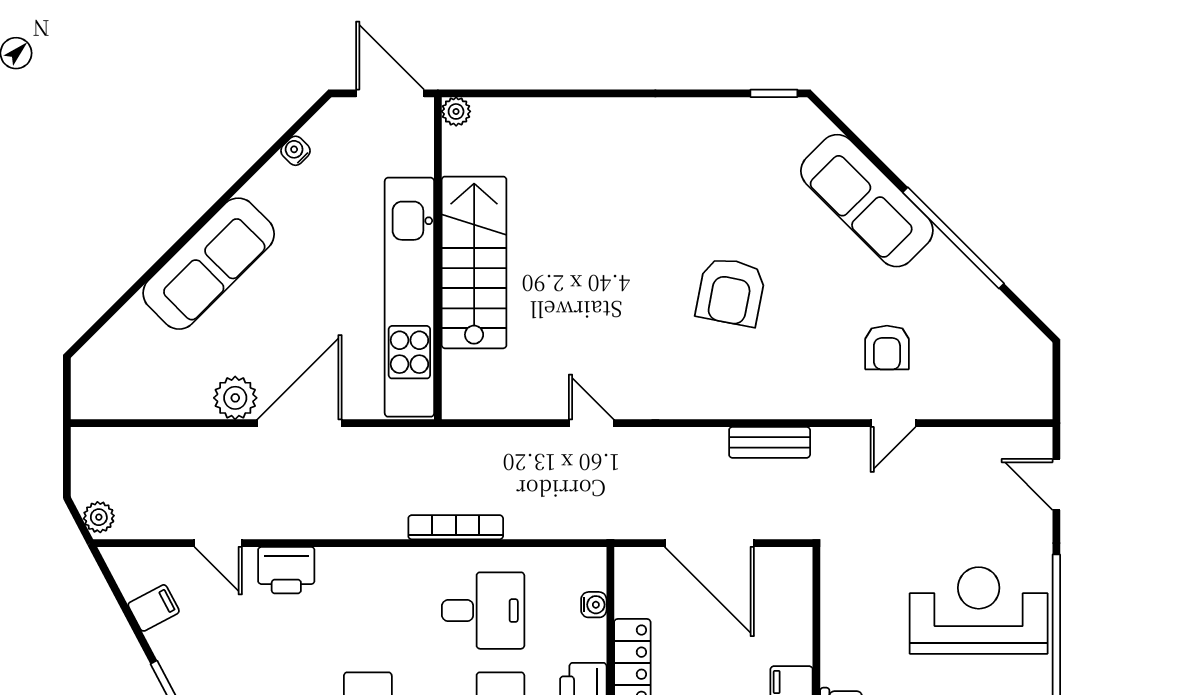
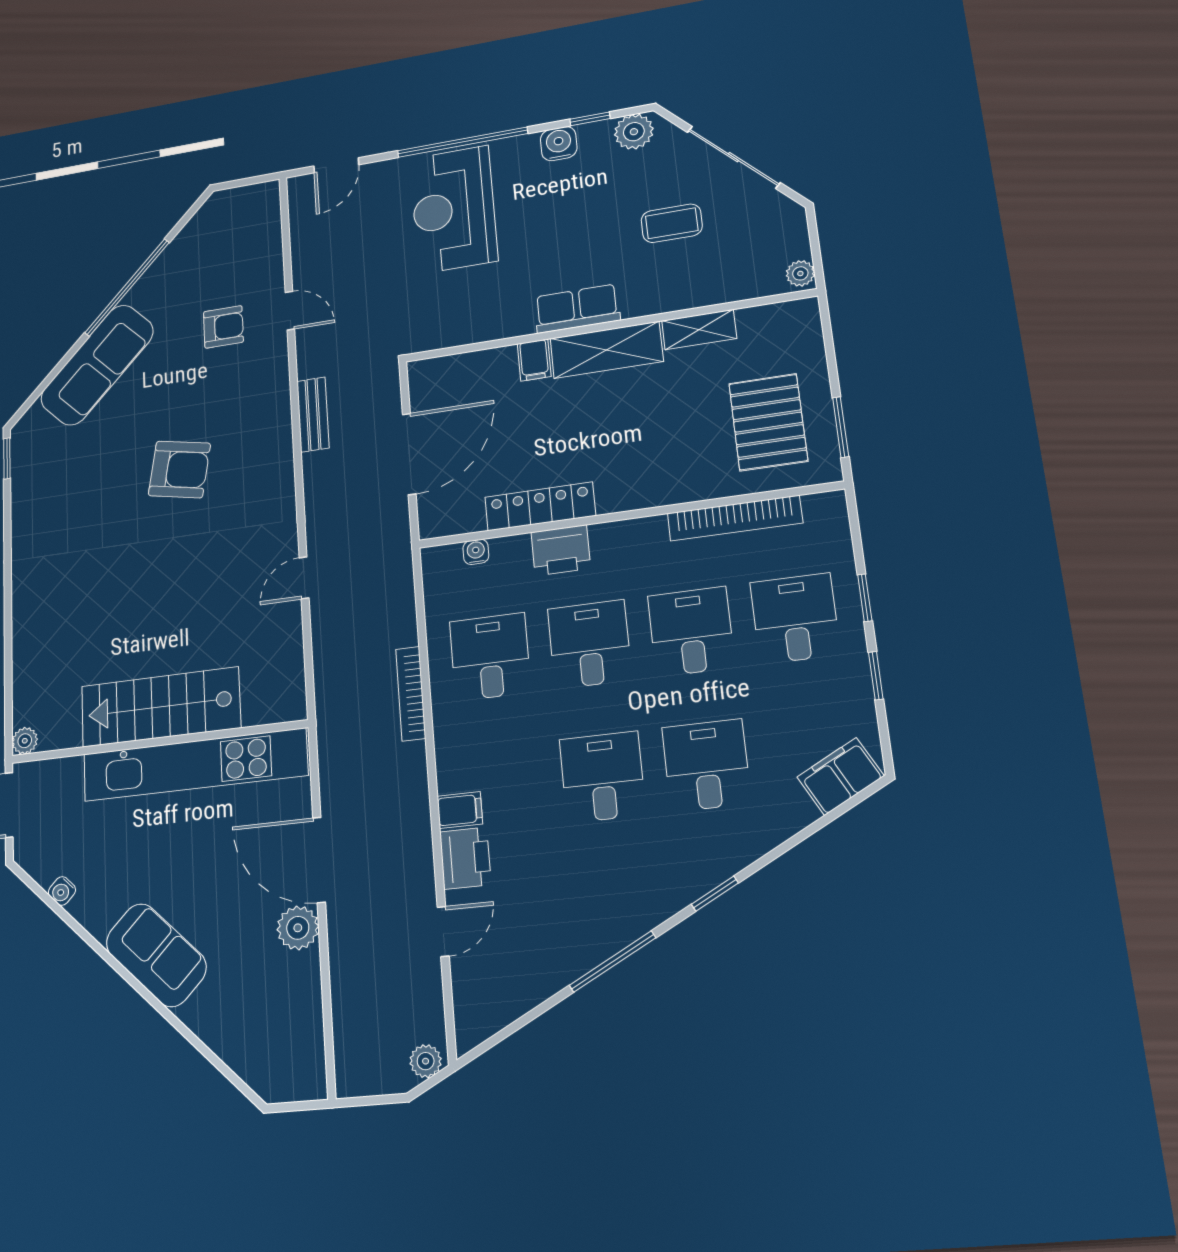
sofa: (209, 264) -> (156, 955), width x0.73
filing cabinet: (154, 608) -> (460, 810), moved, turned 118

